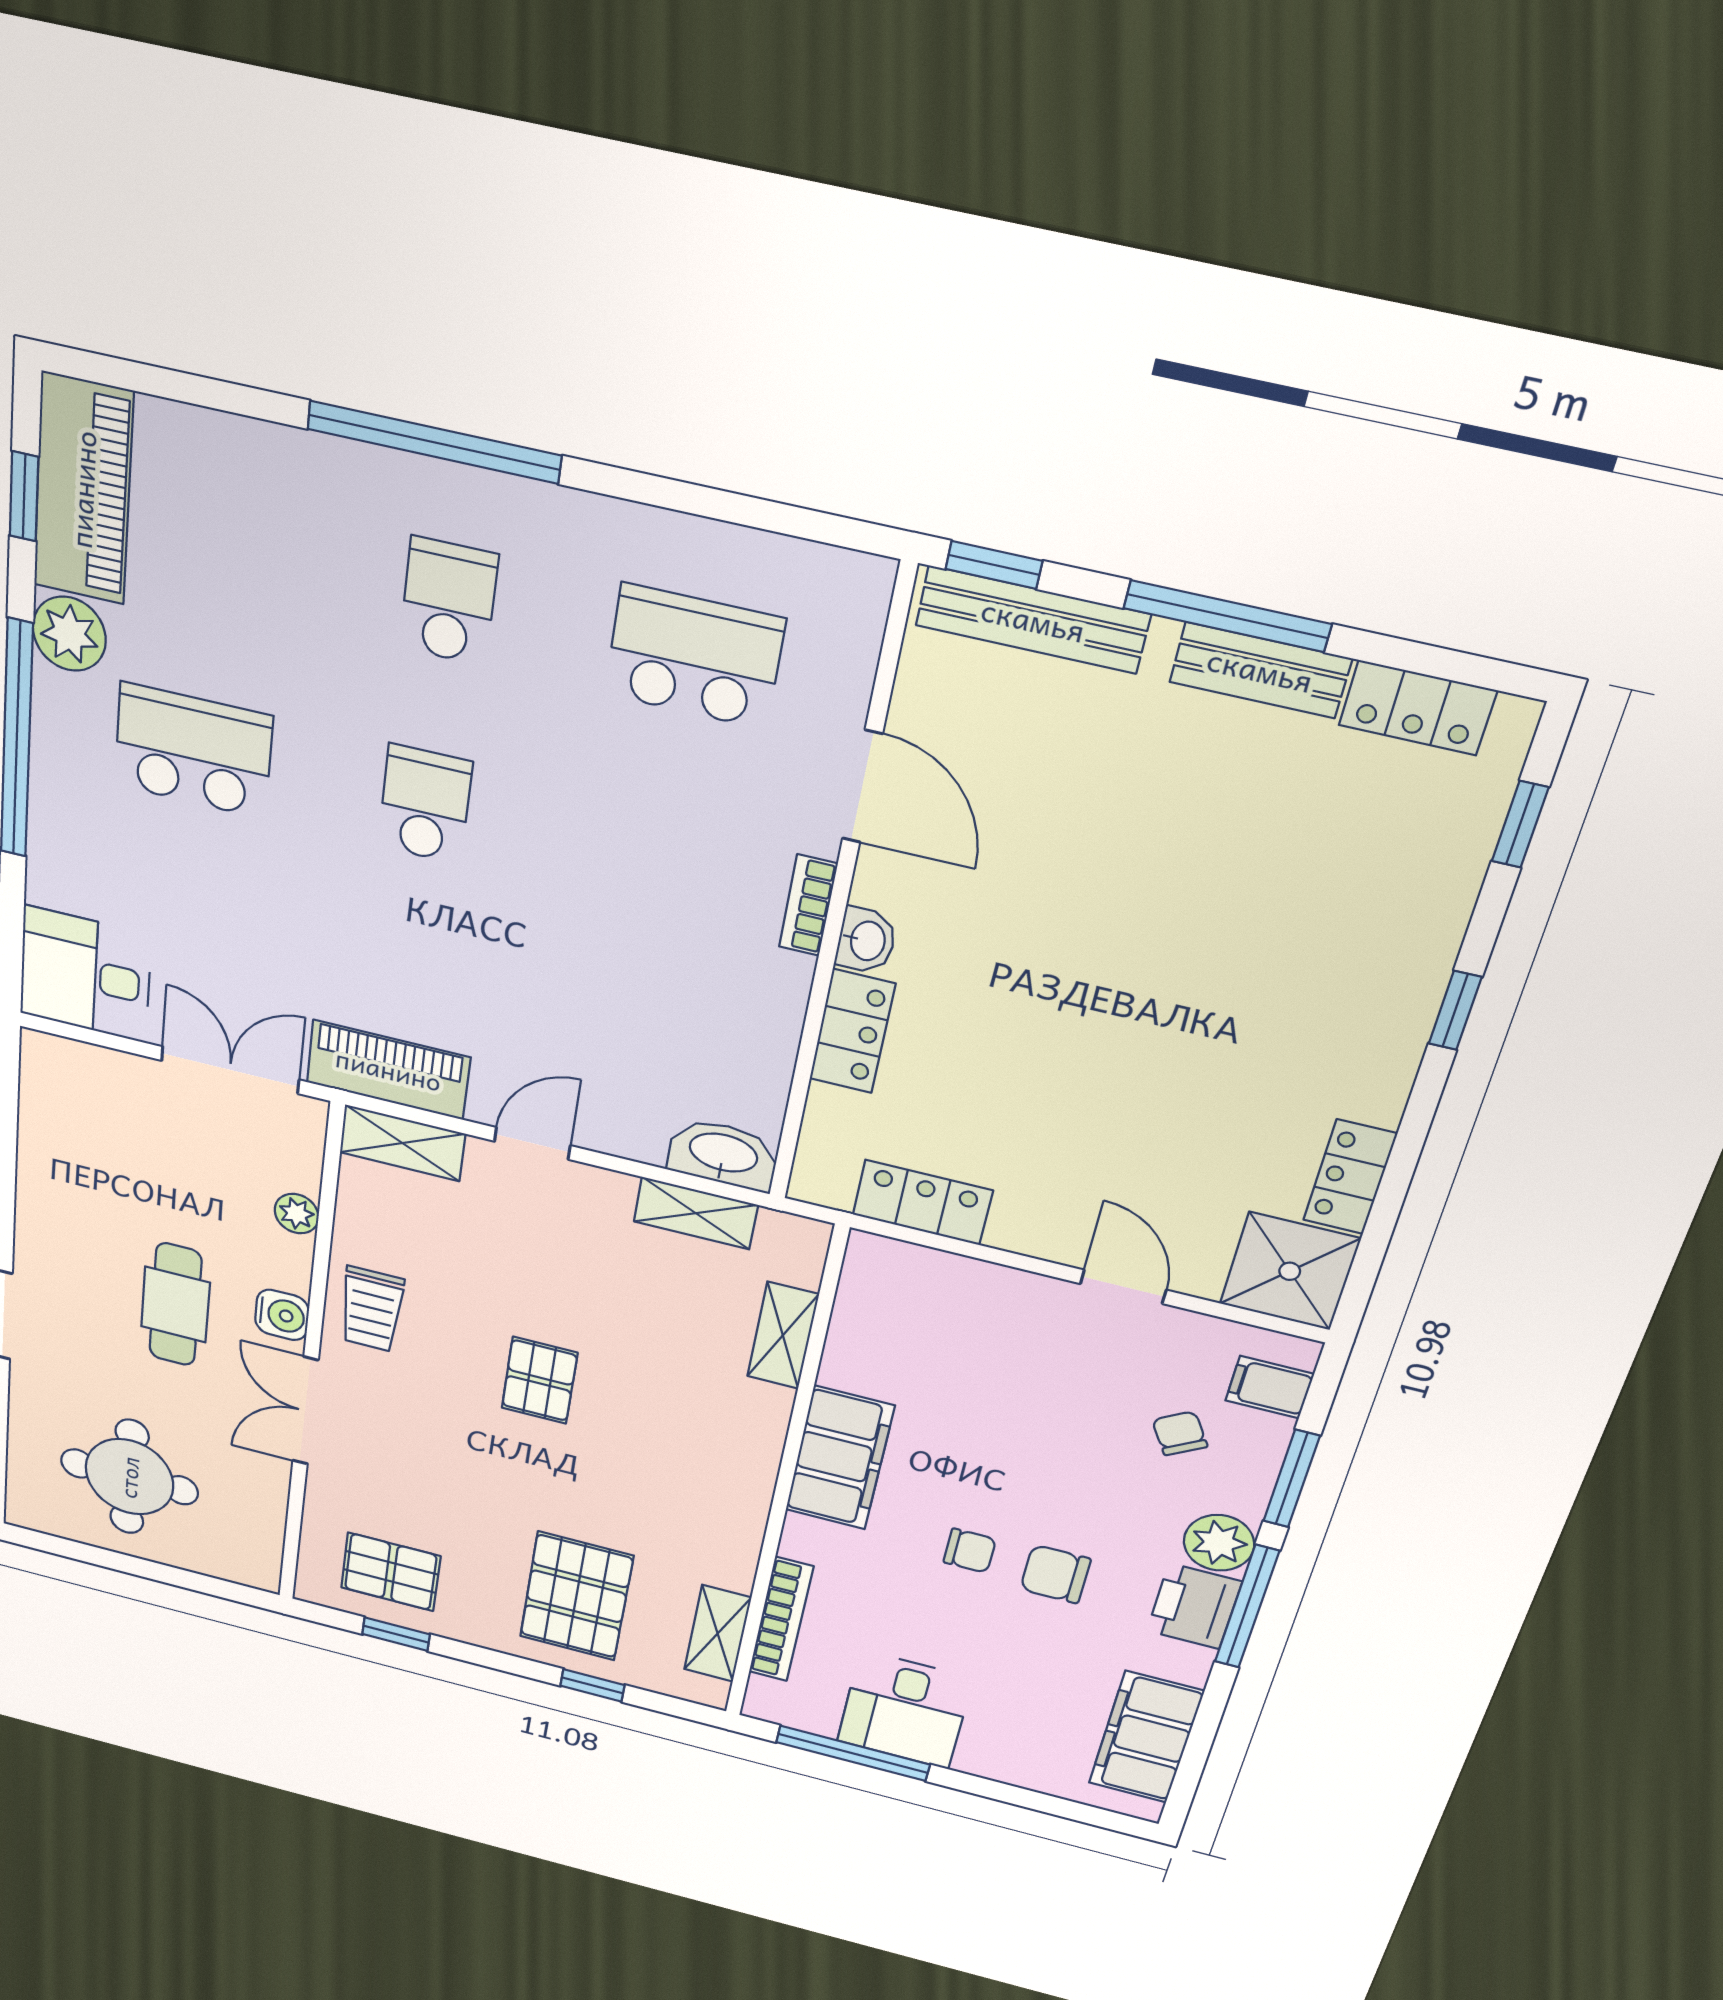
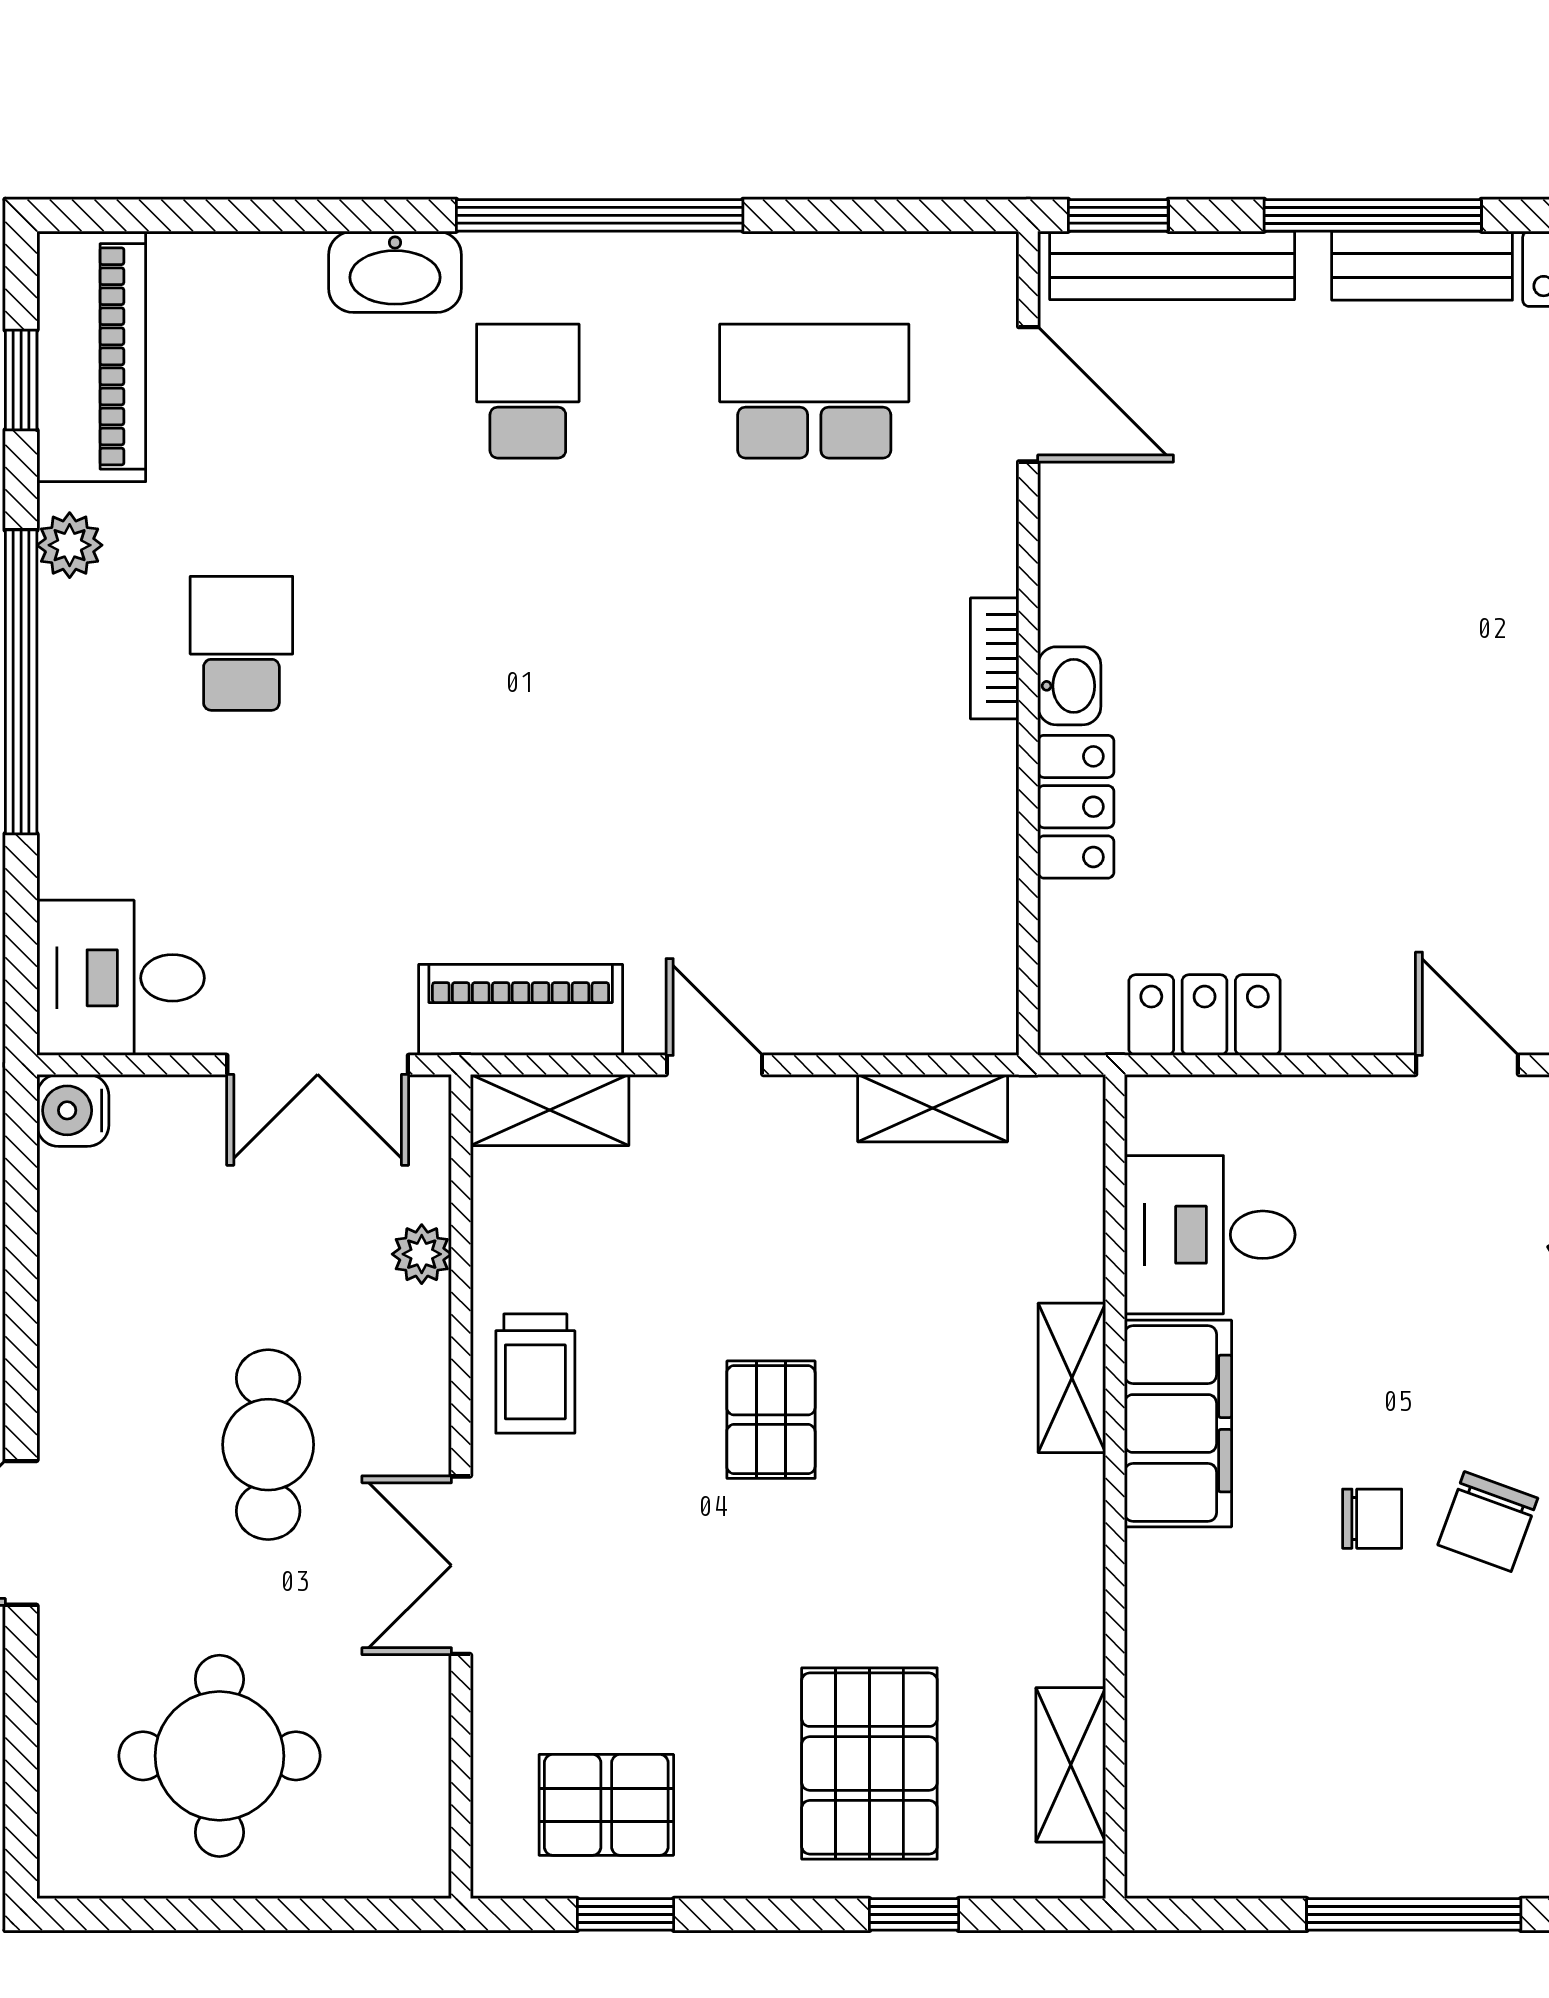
window: (434, 442) -> (600, 215), moved
plant: (69, 634) -> (70, 545), width x0.73, depth x0.73
school desk: (193, 751) -> (241, 643), width x0.54
door: (862, 787) -> (1028, 394), moved
school desk: (425, 804) -> (528, 643), removed
double door: (230, 1070) -> (318, 1065), swing flipped
door: (532, 1143) -> (714, 1065), hinge flipped
washbasin: (723, 1154) -> (395, 272), moved, turned 180
water cooler: (282, 1315) -> (73, 1110), moved, turned 180
shelving: (783, 1335) -> (1072, 1378), moved
chair: (1055, 1574) -> (1488, 1522), turned -70
bookcase: (781, 1619) -> (1151, 1712), removed
desk: (905, 1710) -> (1210, 1235), moved, turned 90
window: (853, 1753) -> (1414, 1914), moved

